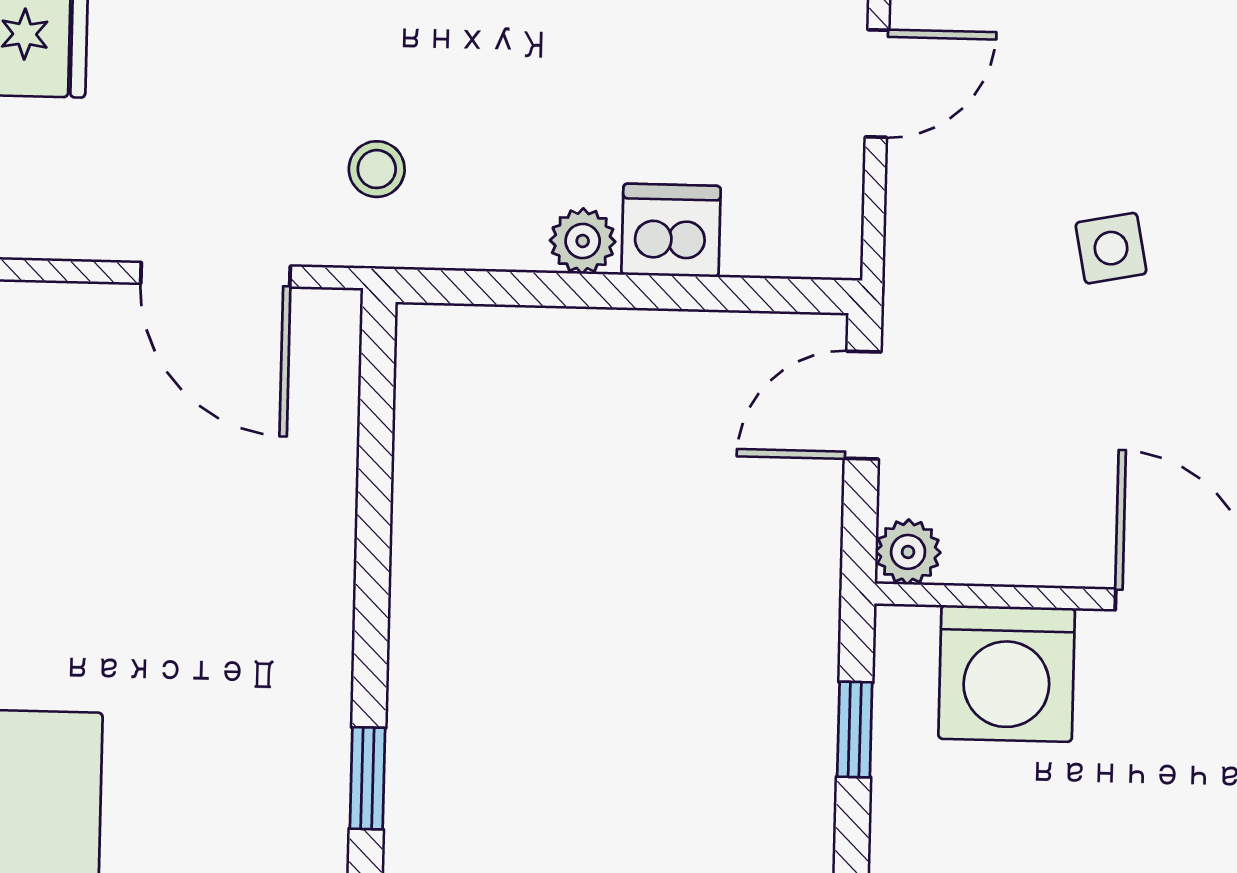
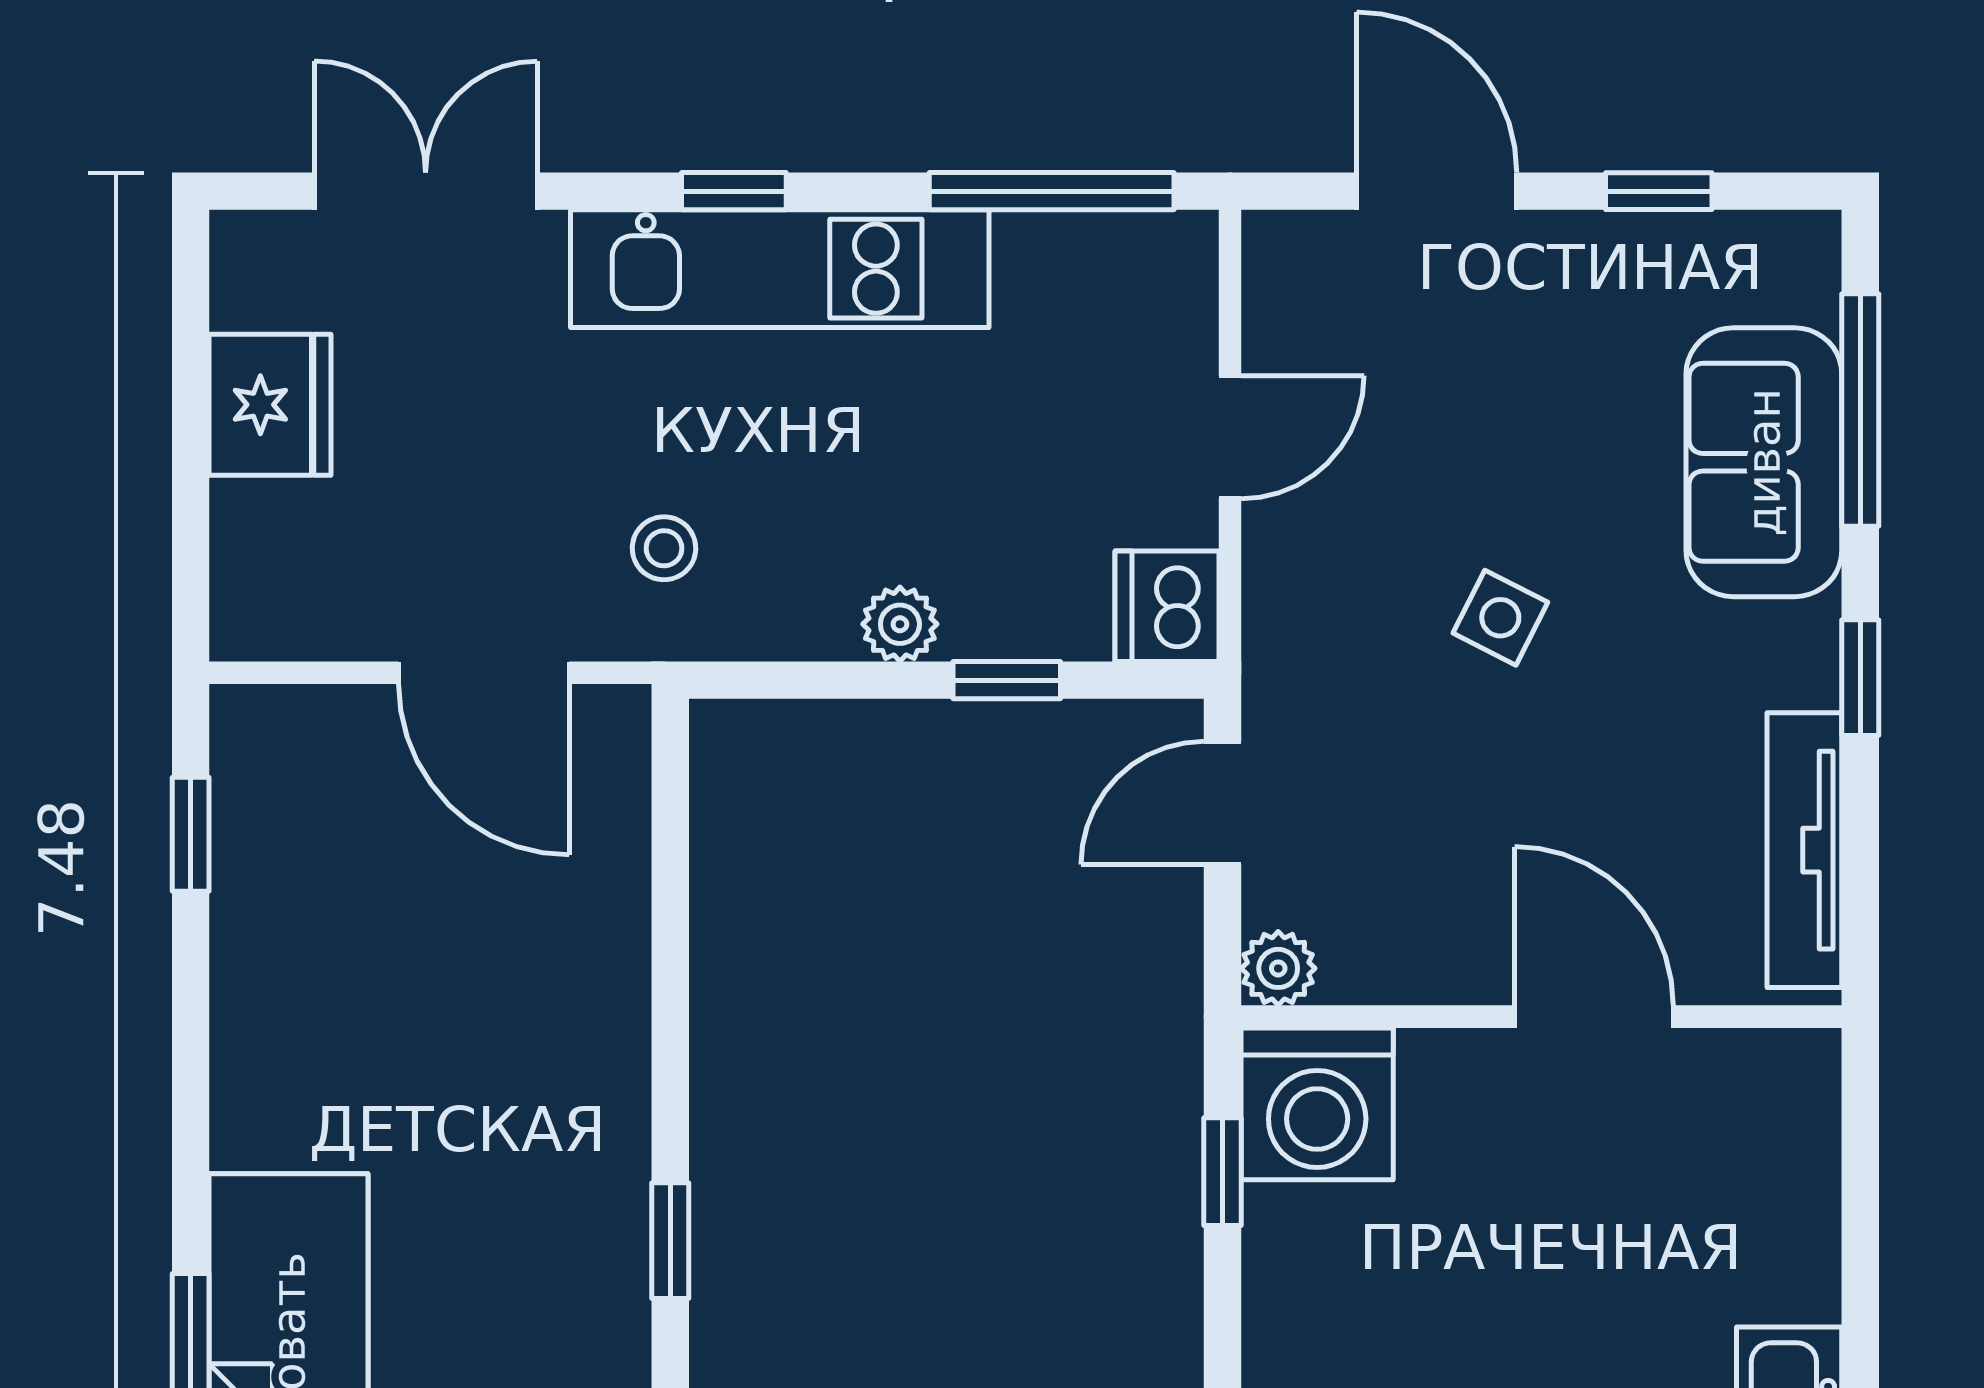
dishwasher: (671, 230) -> (1167, 606), moved, turned -90
side table: (1111, 248) -> (1500, 618), turned 38
window: (675, 292) -> (1007, 680), added
washing machine: (1007, 673) -> (1317, 1104), moved

